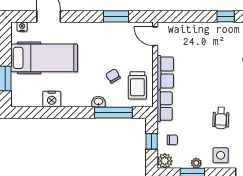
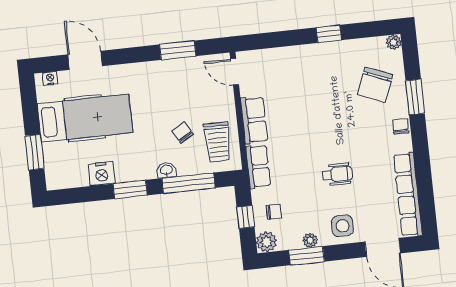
window: (71, 113) -> (130, 189), added
wheelchair: (221, 118) -> (337, 174), turned -92

